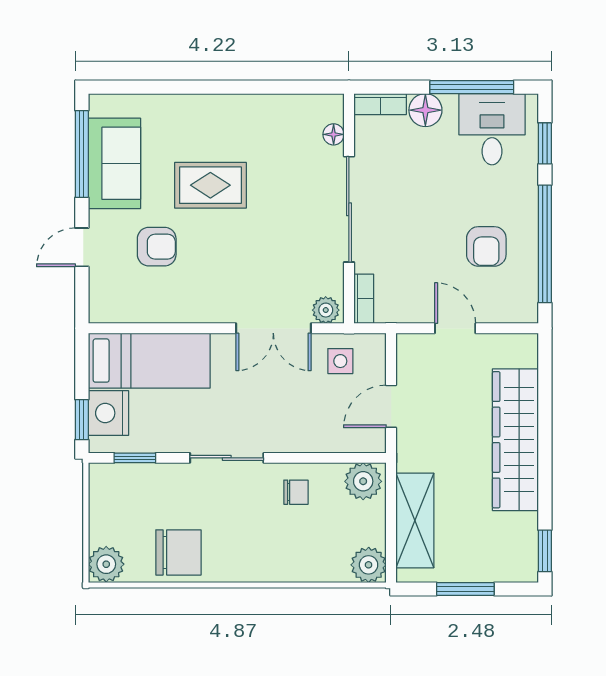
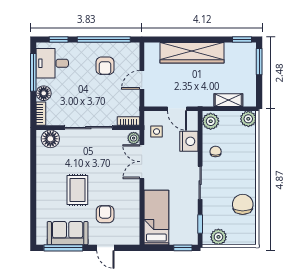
floor lamp: (334, 134) -> (50, 139), width x1.89, depth x1.89
armchair: (486, 246) -> (105, 66), turned 90
double door: (273, 328) -> (142, 162), swing flipped
nightstand: (108, 413) -> (189, 141), moved, turned -90
shelving: (415, 520) -> (228, 100), width x0.67, depth x0.75
plant: (106, 564) -> (218, 237), moved
window: (465, 589) -> (259, 62), moved

